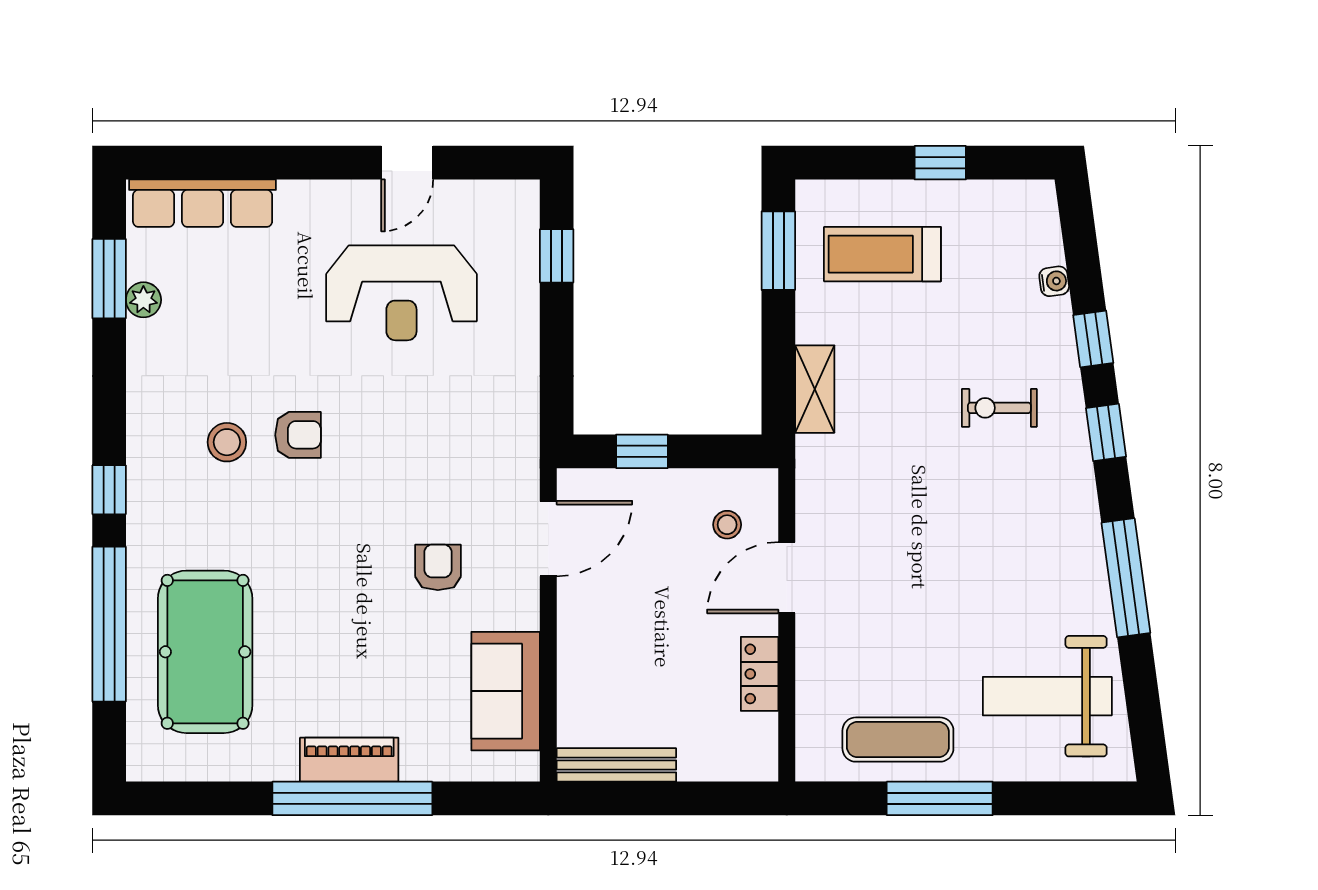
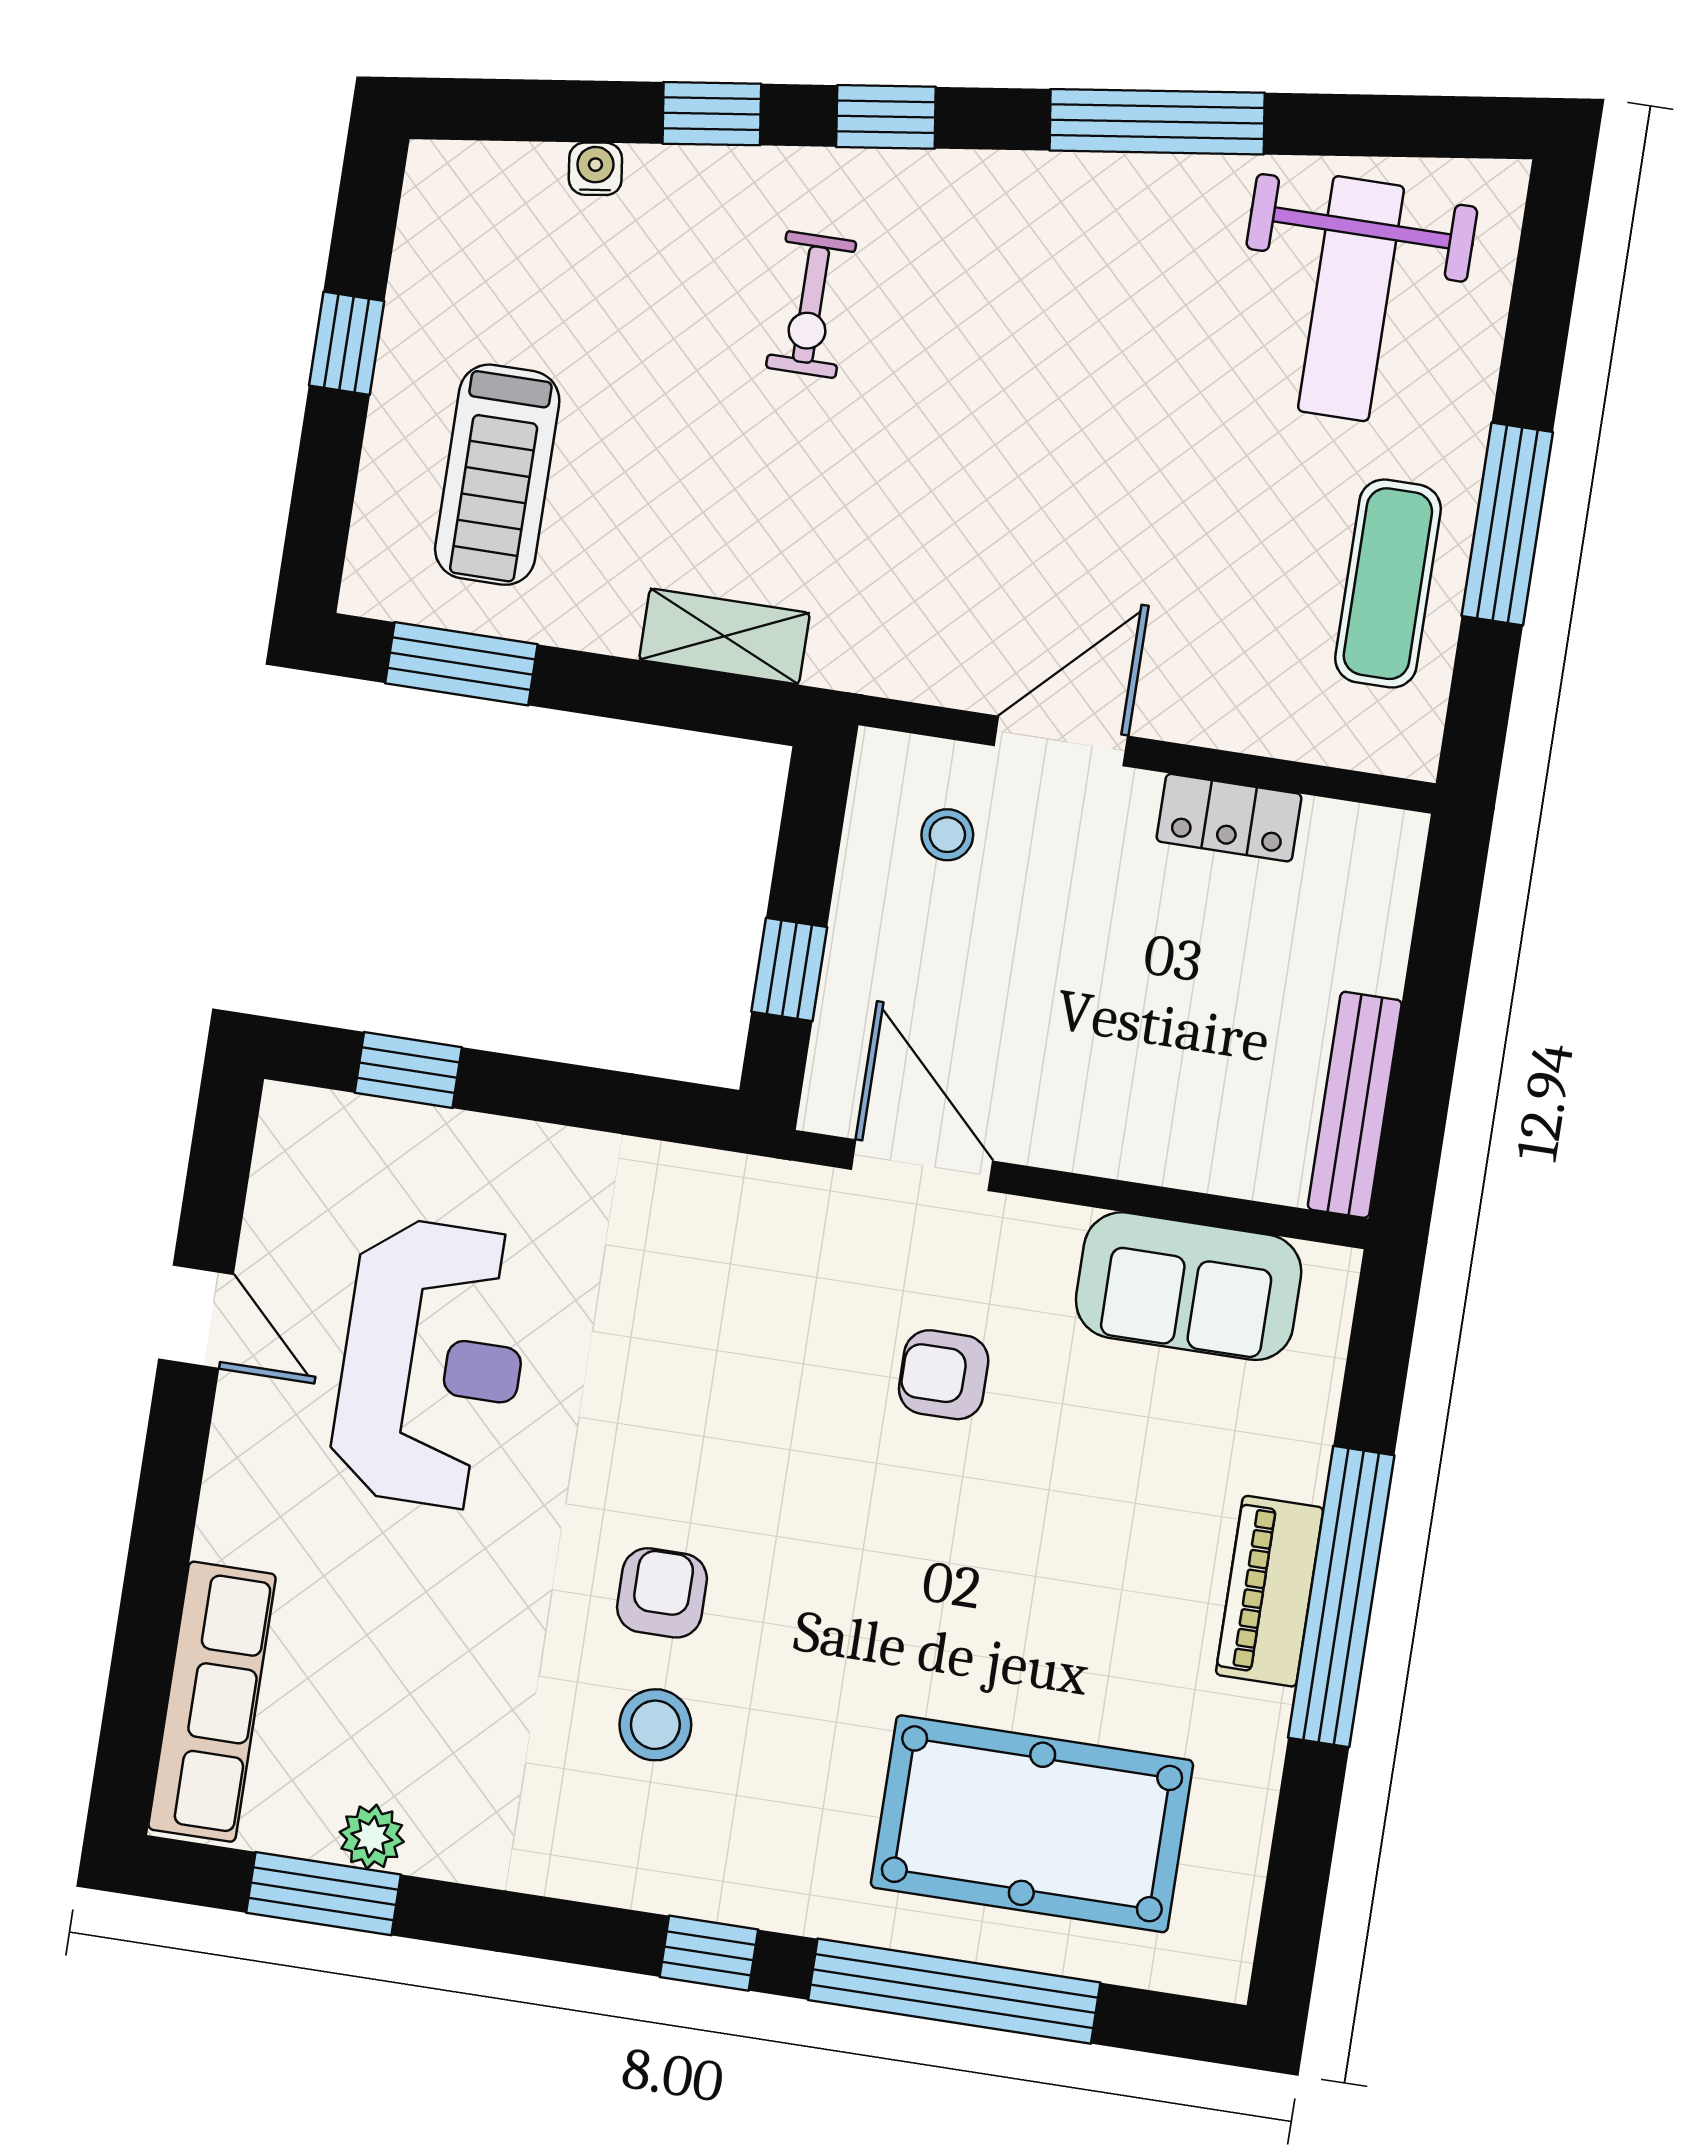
door: (787, 578) -> (1061, 741), swing flipped

